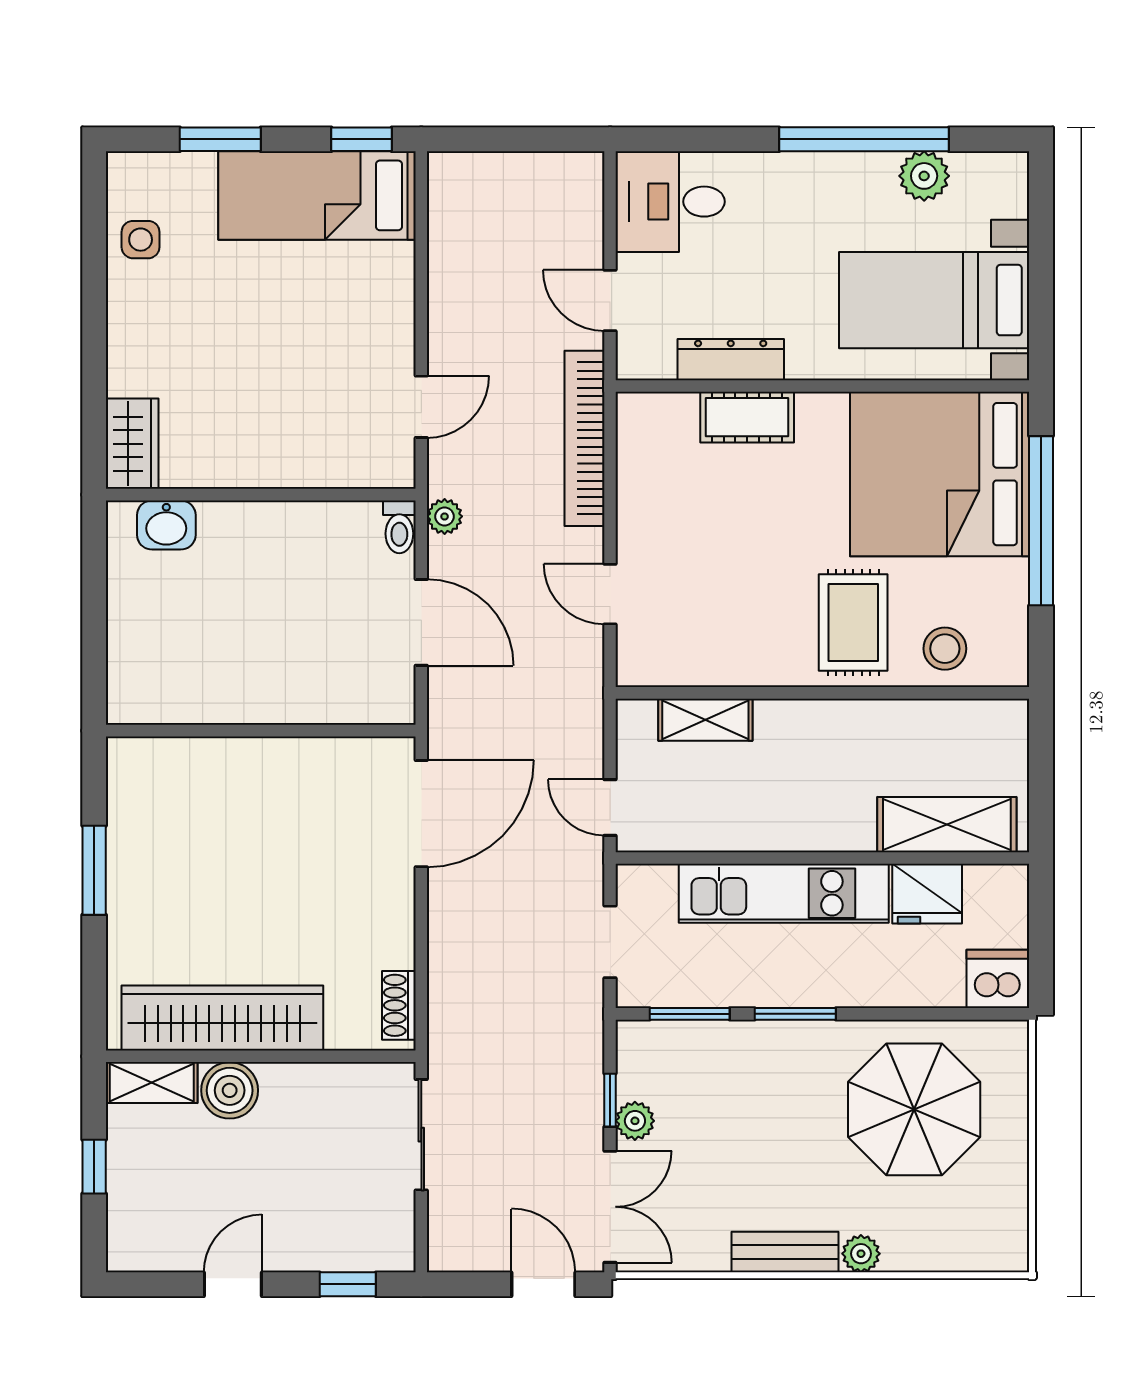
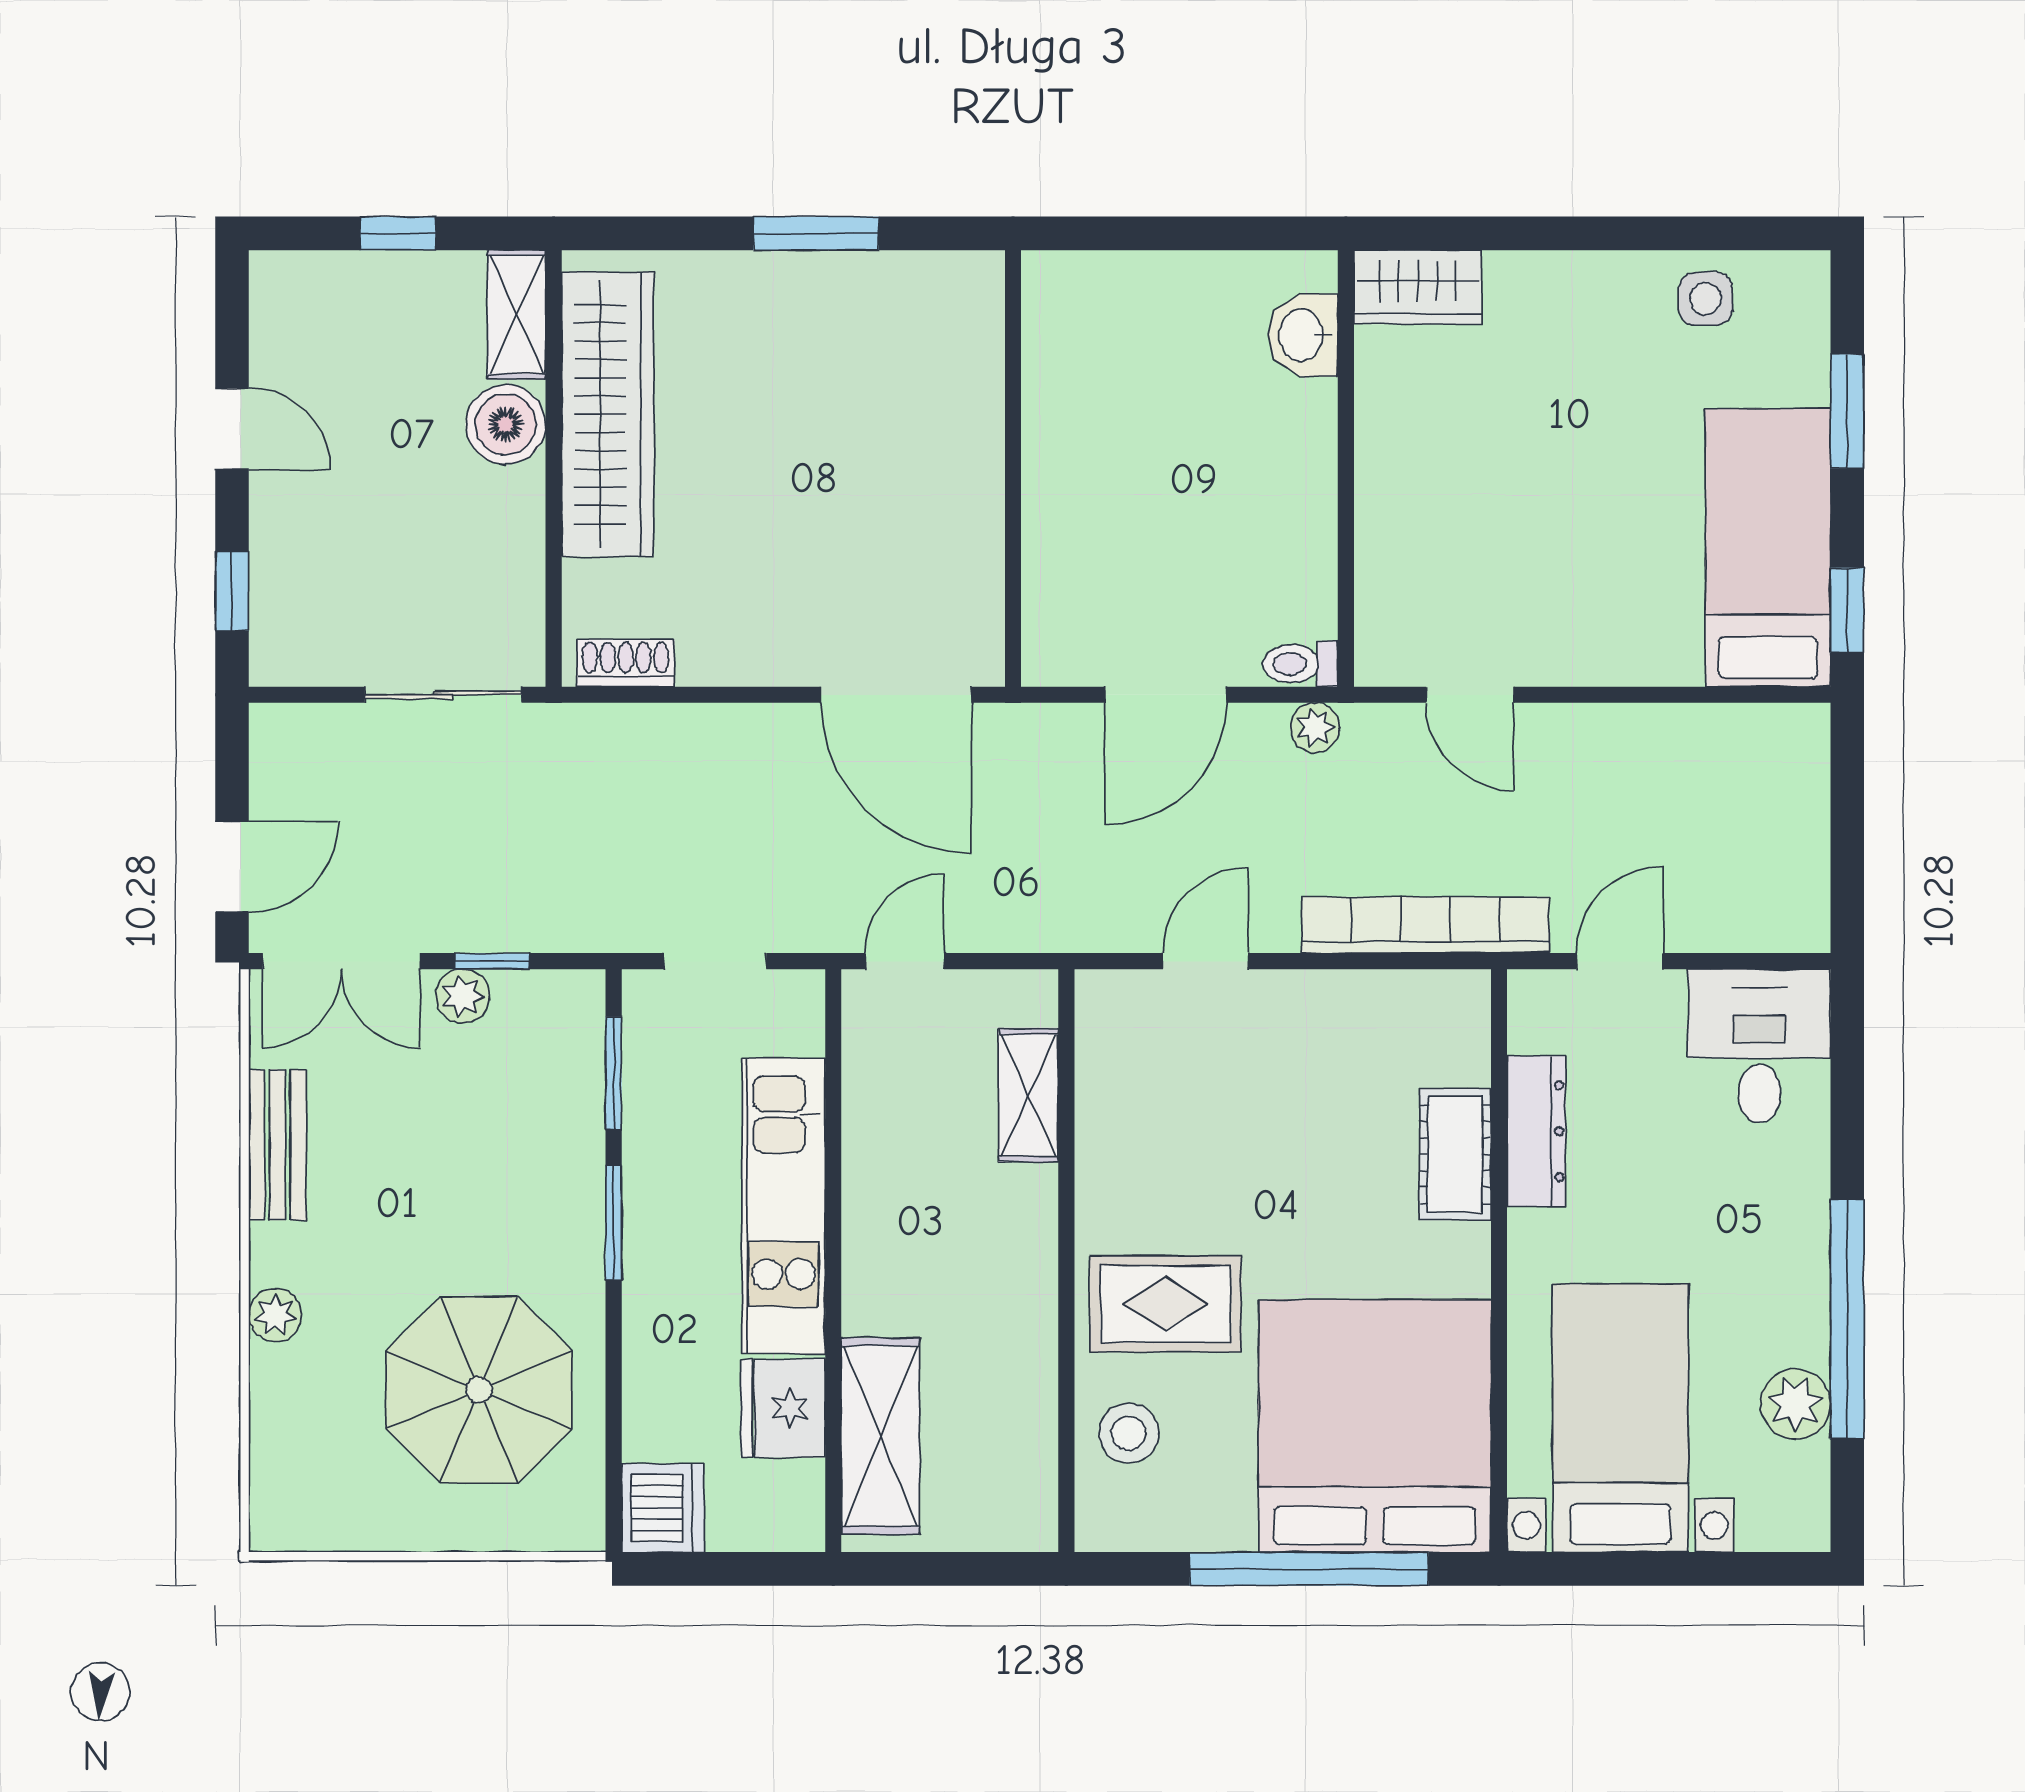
bench: (785, 1252) -> (277, 1145), moved

